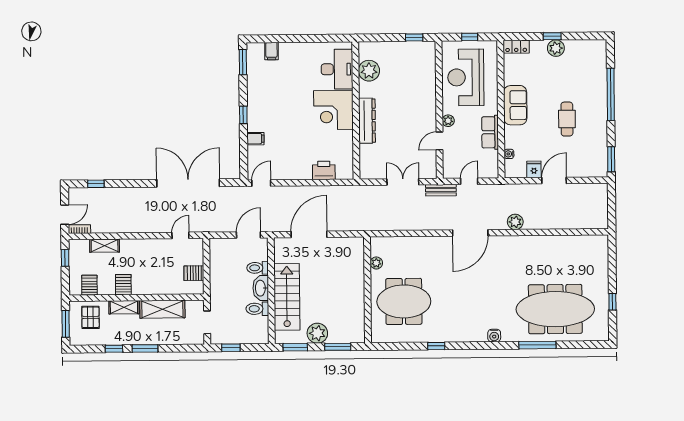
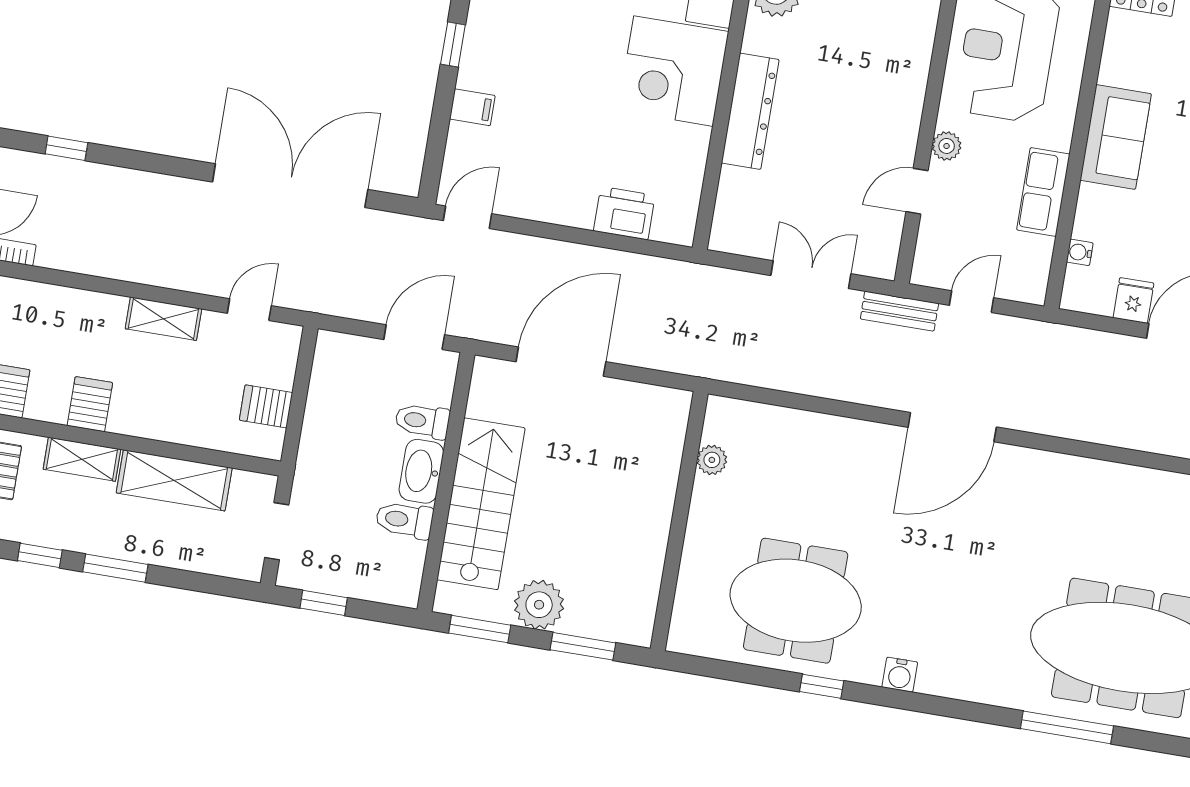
plant: (515, 222) -> (1066, 420), removed
shelving: (105, 246) -> (163, 319), moved
meeting table: (404, 301) -> (796, 601), moved
water cooler: (494, 336) -> (900, 675), moved

